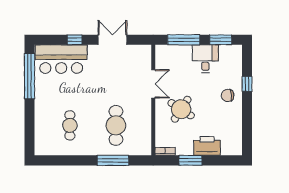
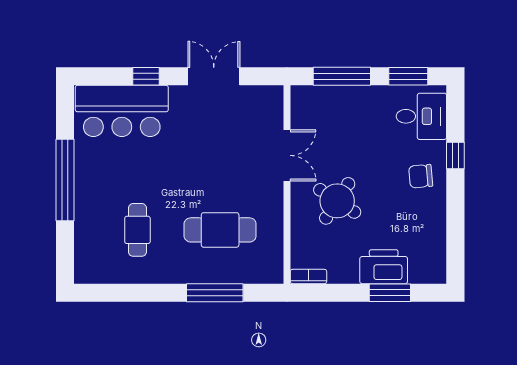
desk: (205, 59) -> (421, 116), moved, turned 90
window: (29, 76) -> (65, 180), moved
cafe table: (116, 125) -> (220, 230), turned 90
window: (190, 160) -> (390, 293), moved

